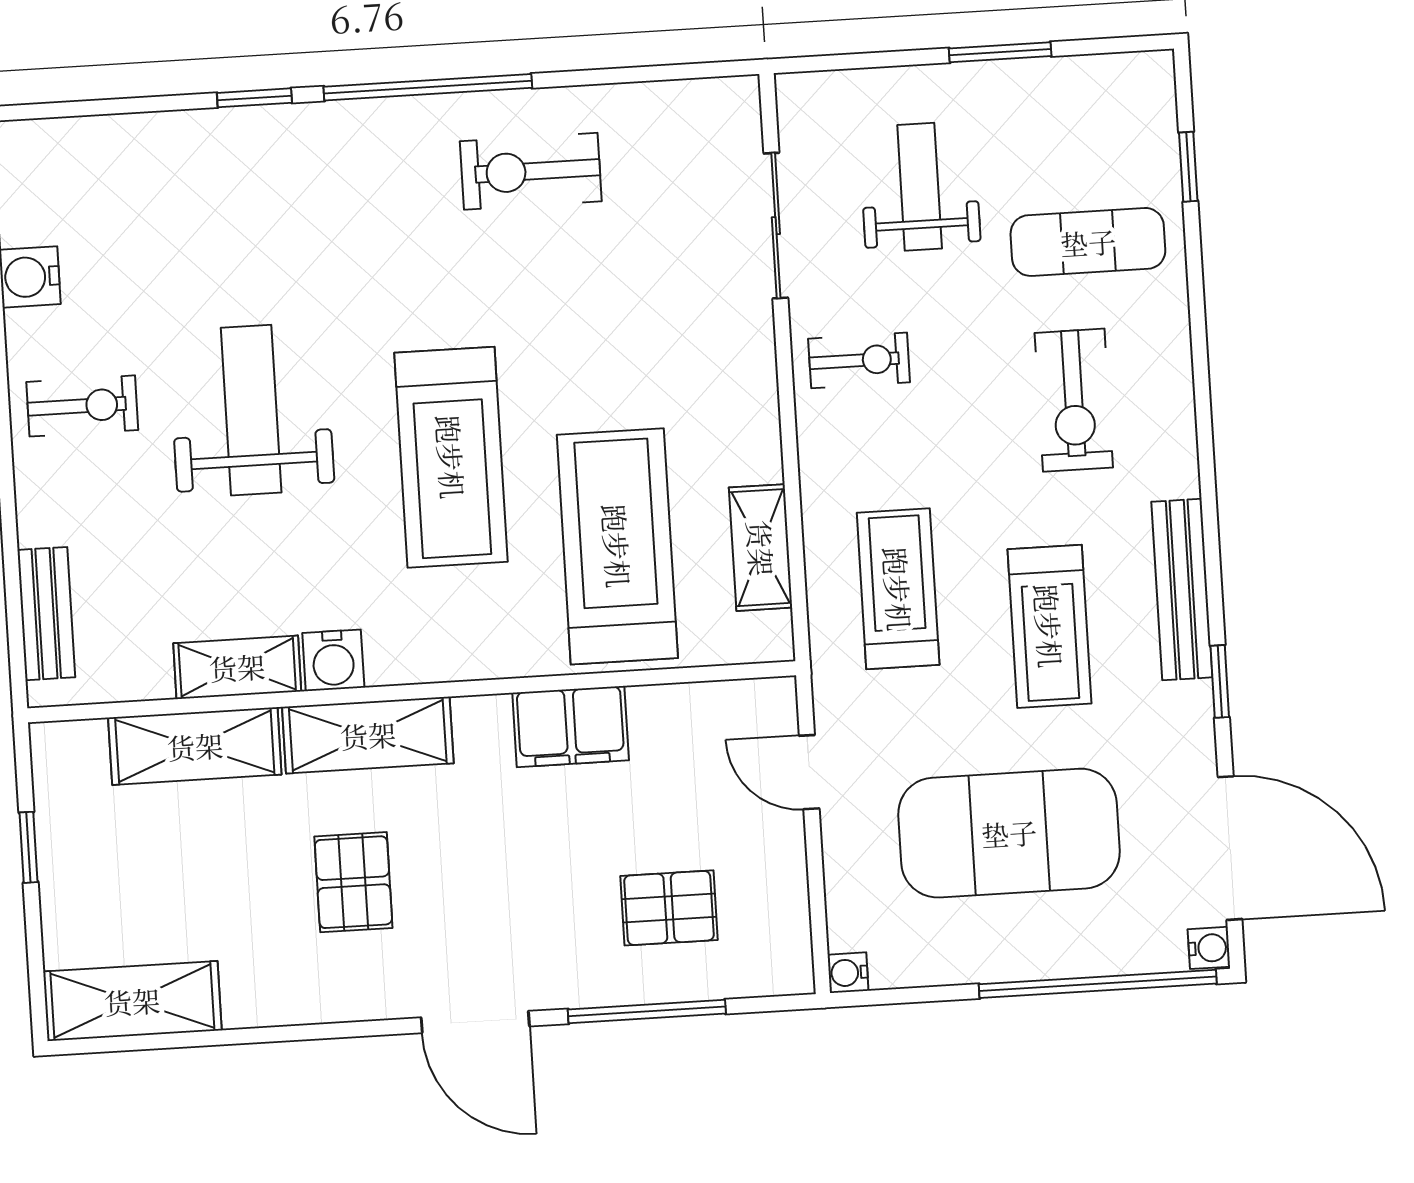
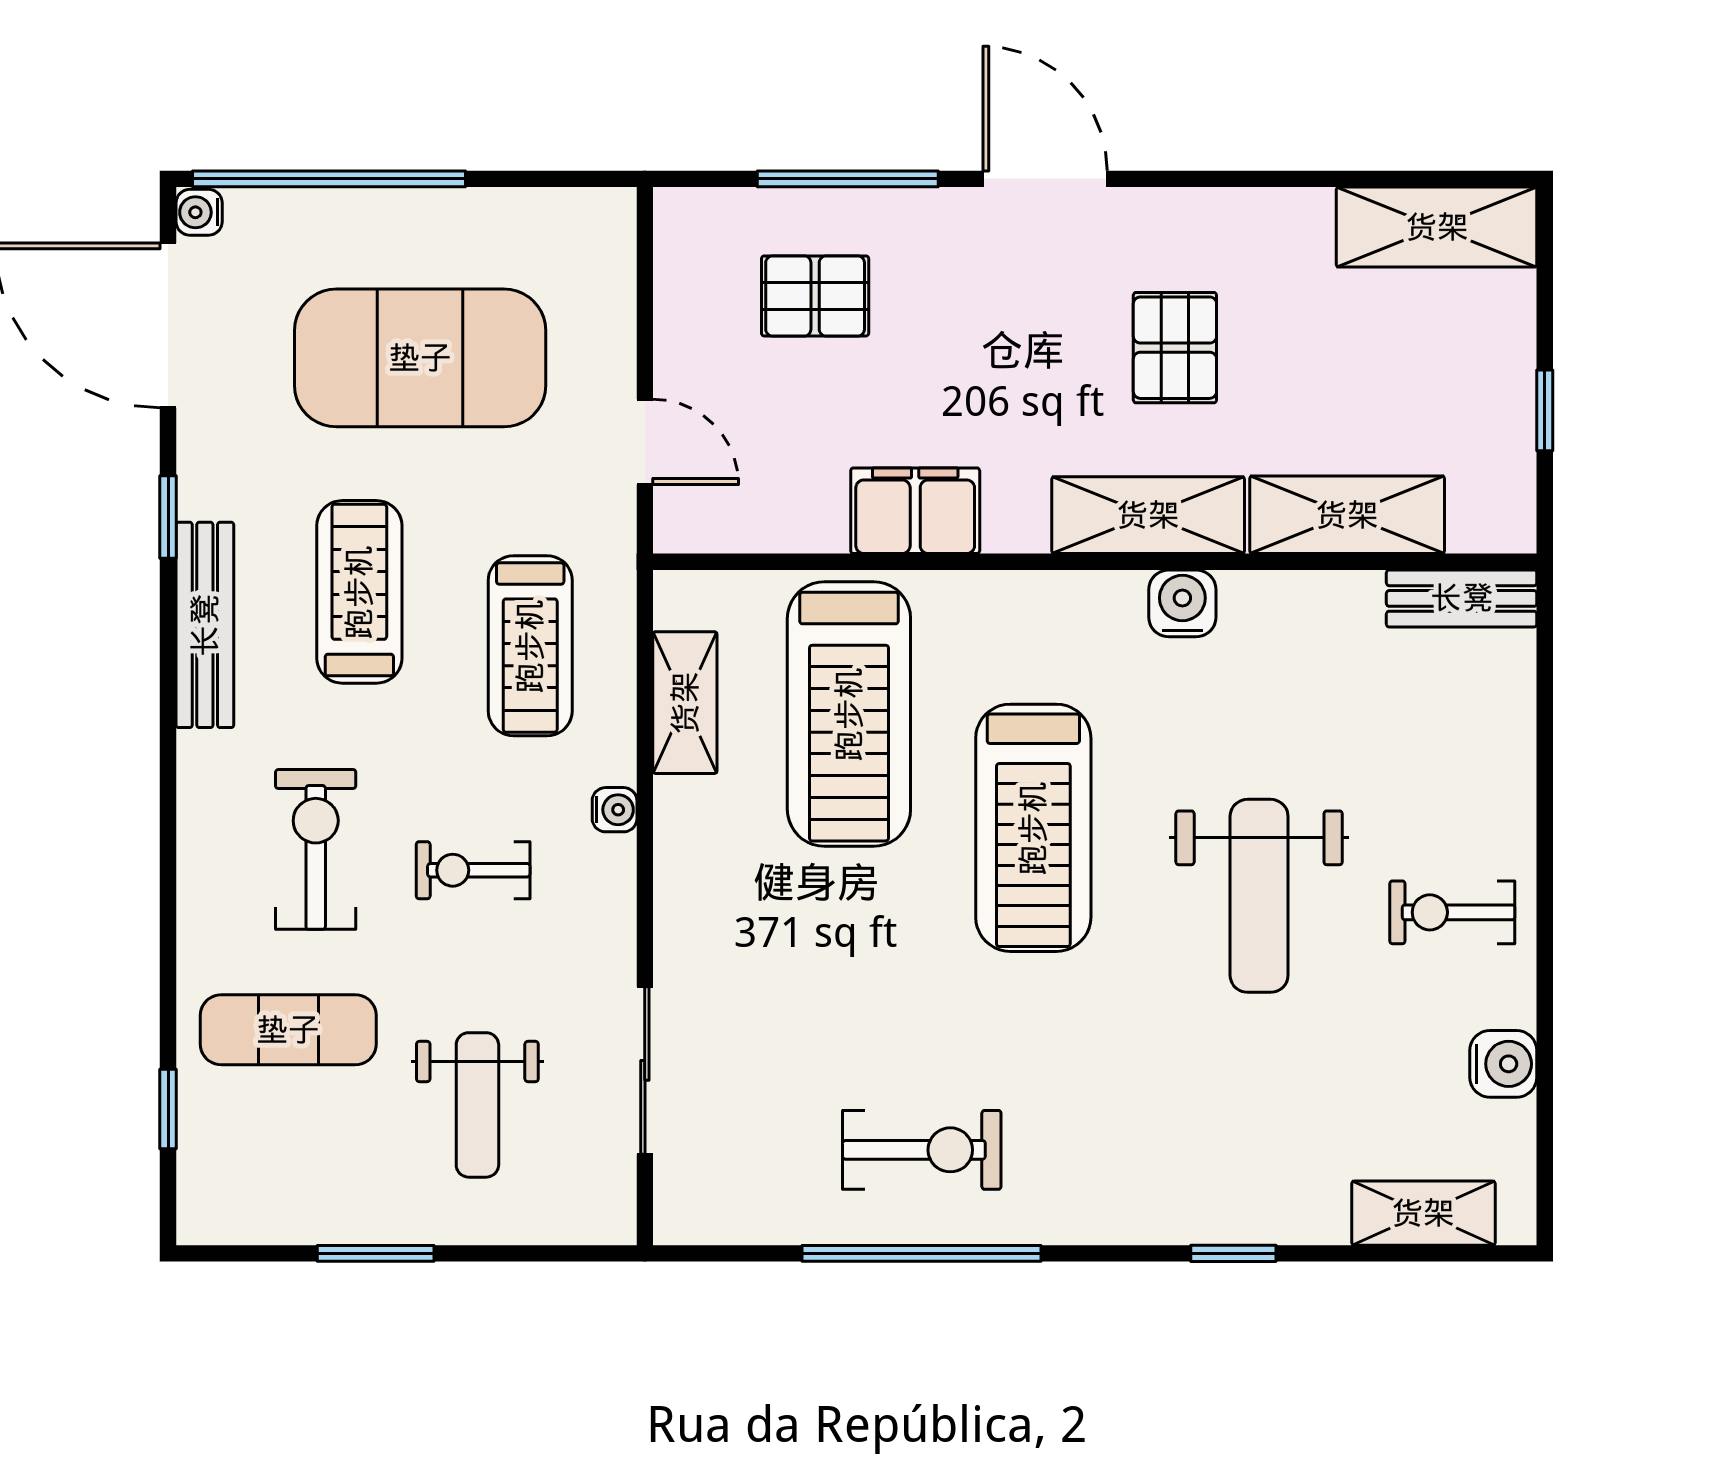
window: (428, 87) -> (922, 1253), moved
exercise bike: (859, 360) -> (473, 870), moved
treadmill: (451, 457) -> (1033, 828), turned 180
bench: (46, 614) -> (1462, 598), moved, turned 90
shelving: (237, 667) -> (1423, 1213), moved
water cooler: (848, 973) -> (615, 810), moved

